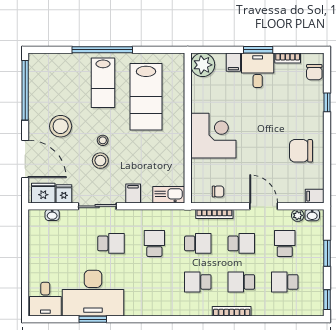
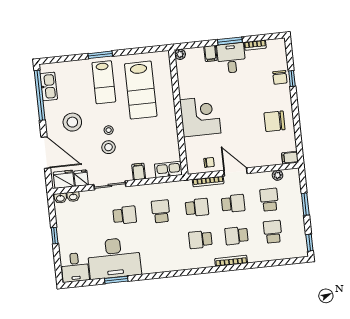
window: (102, 50) -> (100, 55), width x0.47
plant: (203, 65) -> (180, 54), width x0.53, depth x0.53
chair: (314, 72) -> (280, 77), moved
kitchen sink: (37, 81) -> (49, 86), added
door: (264, 206) -> (236, 172), moved
washbasin: (312, 215) -> (60, 198), moved
window: (25, 259) -> (55, 236), added
school desk: (285, 282) -> (273, 232), turned 90

